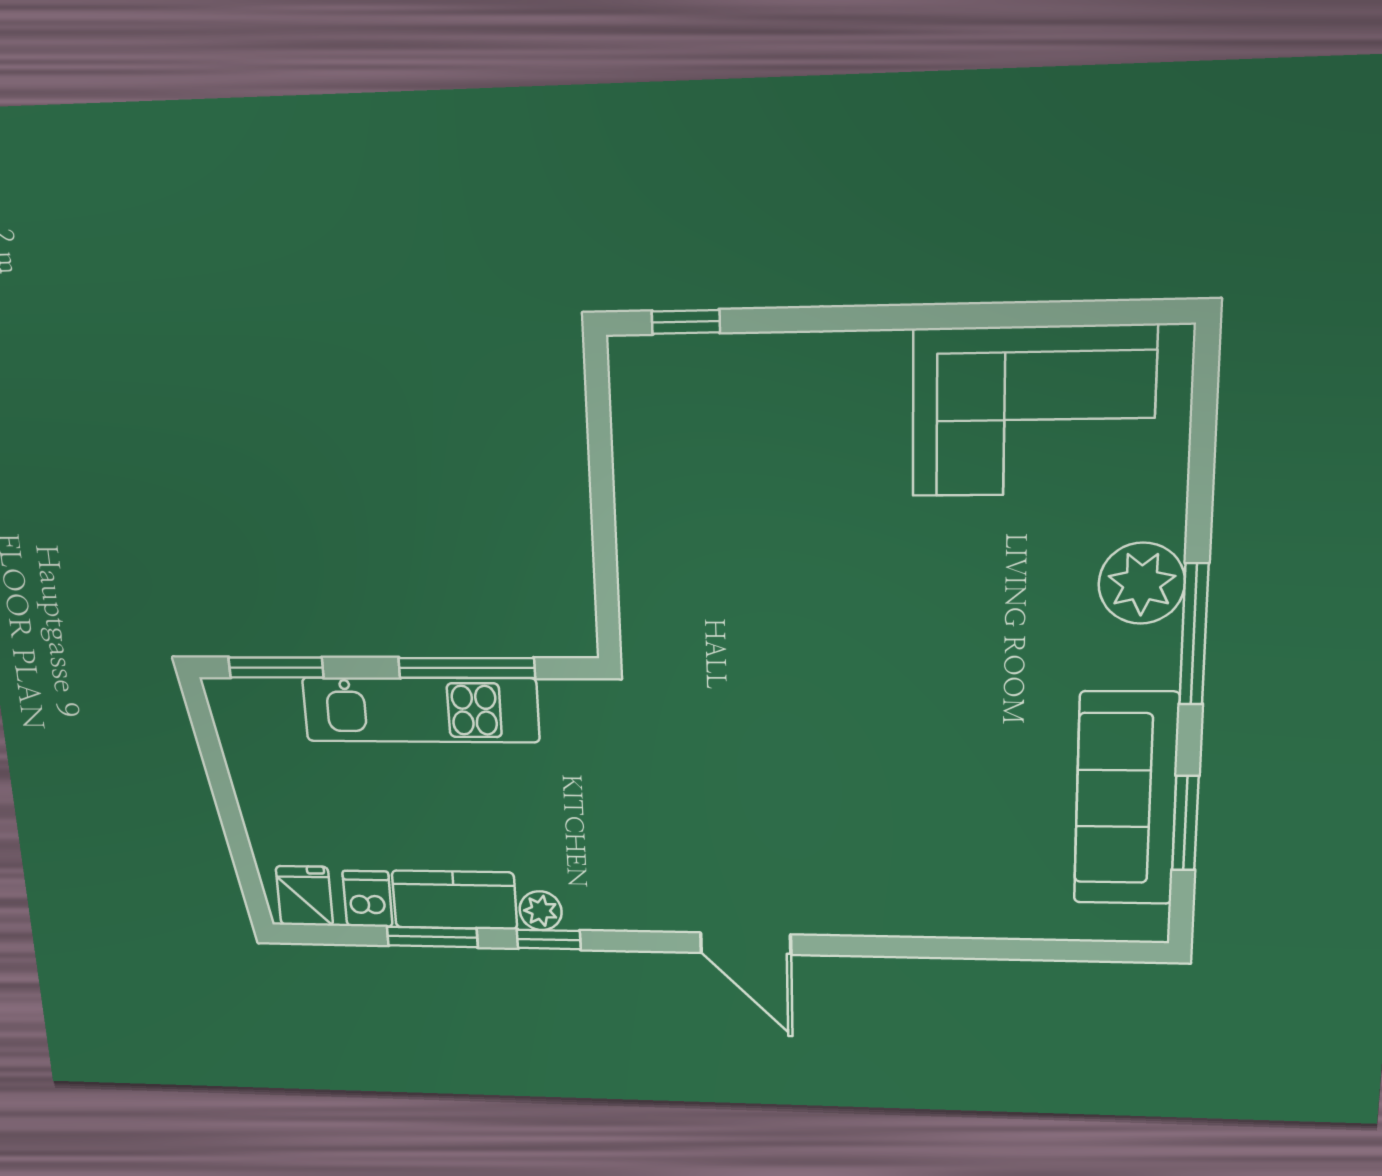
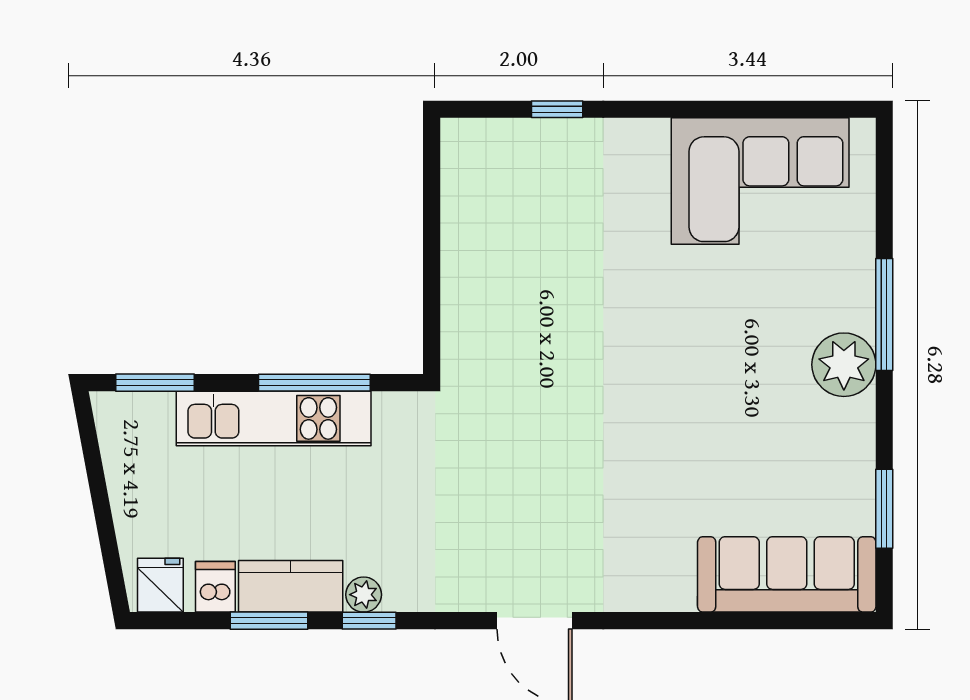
window: (686, 322) -> (557, 109), moved
plant: (1142, 583) -> (844, 365), moved
window: (1194, 634) -> (884, 314), moved
sofa: (1126, 799) -> (787, 574), moved, turned 90

